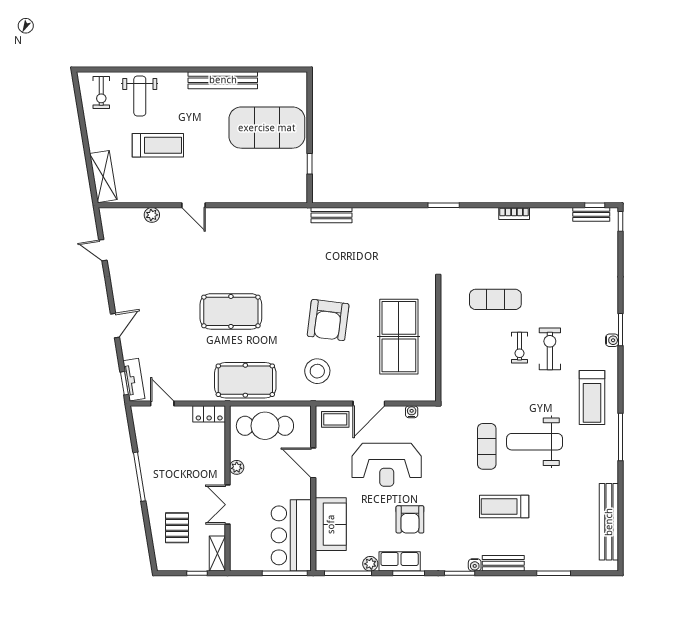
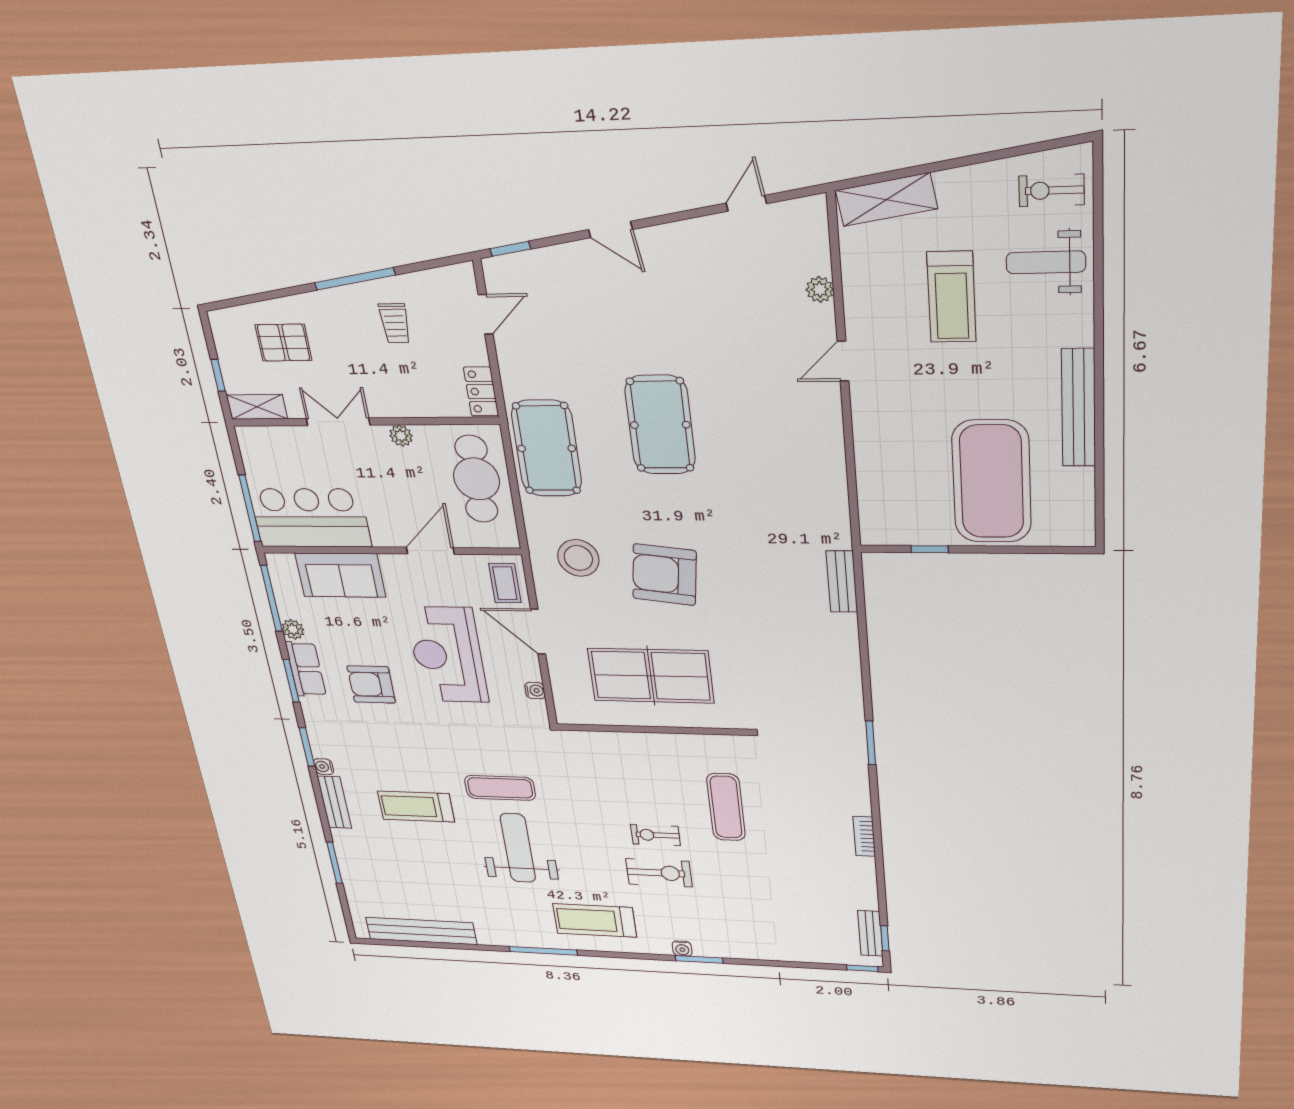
tv unit: (134, 380) -> (519, 265), removed
trolley: (166, 458) -> (395, 323), added
treadmill: (504, 506) -> (416, 806), turned -90

